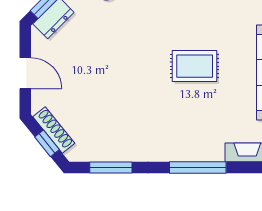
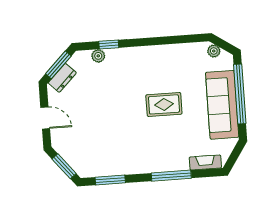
shoe rack: (54, 130) -> (68, 156), removed
window: (47, 143) -> (64, 166), width x1.50

